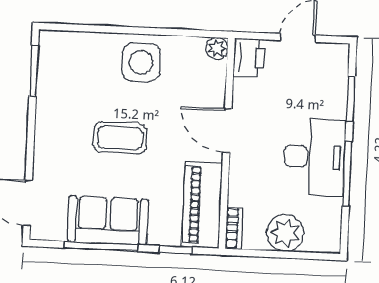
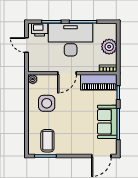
printer: (249, 58) -> (40, 30), moved, turned 180
side table: (141, 62) -> (47, 103), moved
coffee table: (120, 138) -> (47, 141), moved
desk: (315, 157) -> (71, 40), width x1.36, depth x1.30

